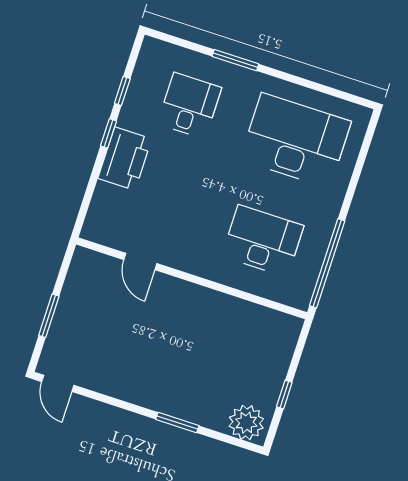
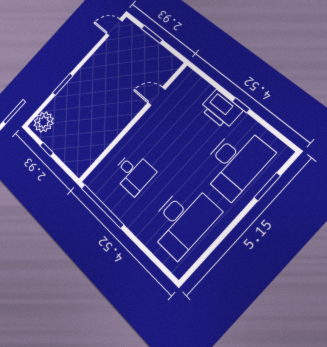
window: (235, 60) -> (267, 187), moved
window: (122, 91) -> (264, 123), removed
desk: (189, 106) -> (236, 162), width x1.87, depth x1.30
desk: (263, 241) -> (133, 173), width x0.73

